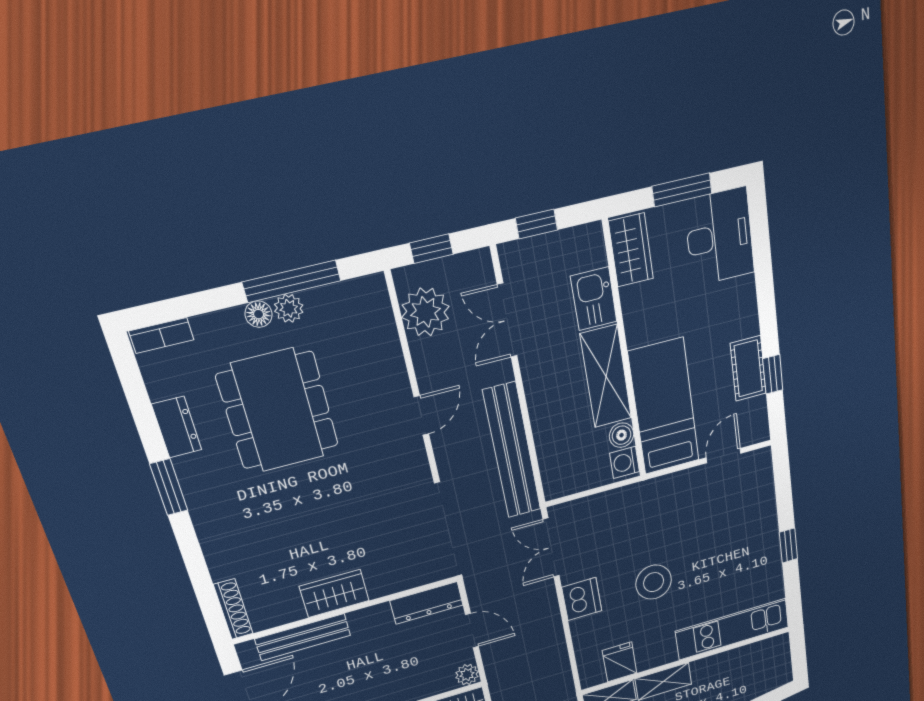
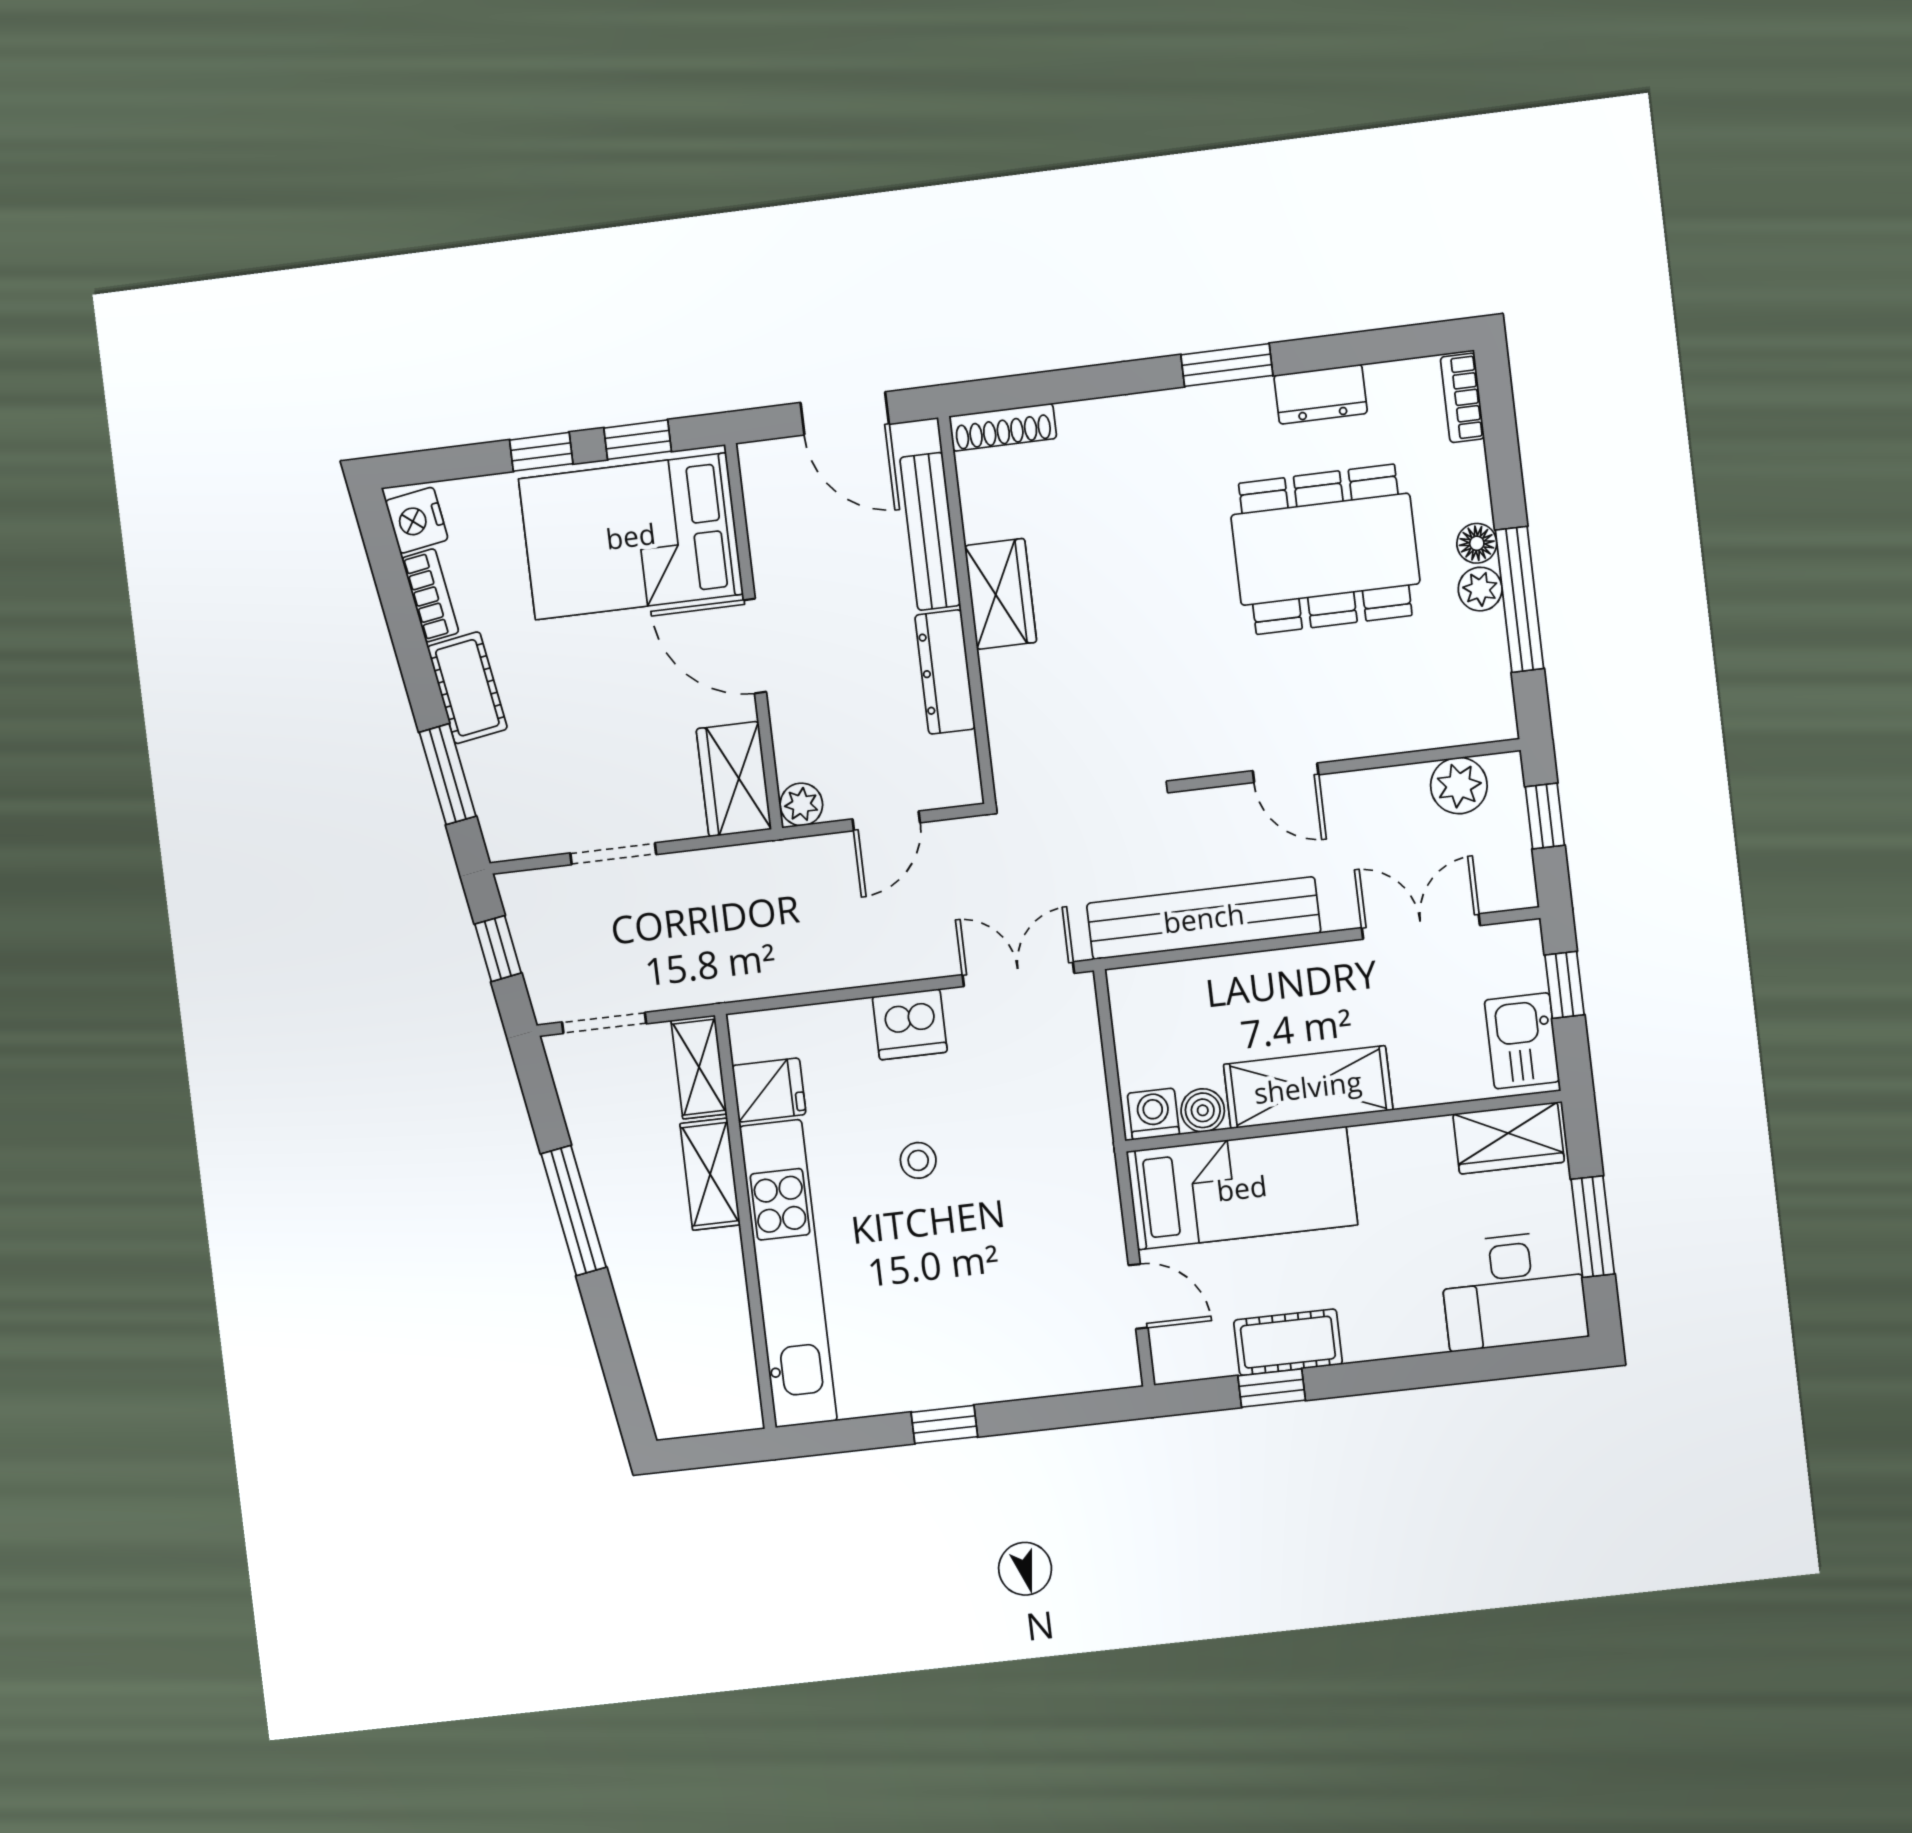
kitchen sink: (594, 299) -> (1522, 1041), moved, turned -90
plant: (425, 312) -> (1459, 786), width x0.73, depth x0.73
stool: (654, 582) -> (918, 1160), width x0.53, depth x0.53
dresser: (427, 603) -> (945, 672), moved
kitchen unit: (732, 629) -> (788, 1274), width x1.36

